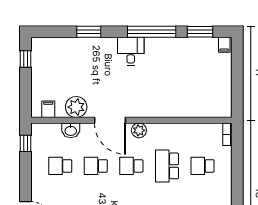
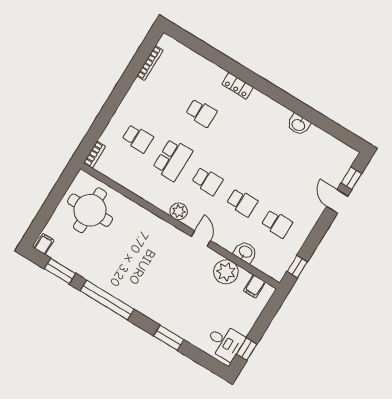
desk: (131, 51) -> (225, 342), moved, turned -90
round table: (205, 91) -> (90, 210), added
door: (110, 120) -> (201, 239), width x0.53

